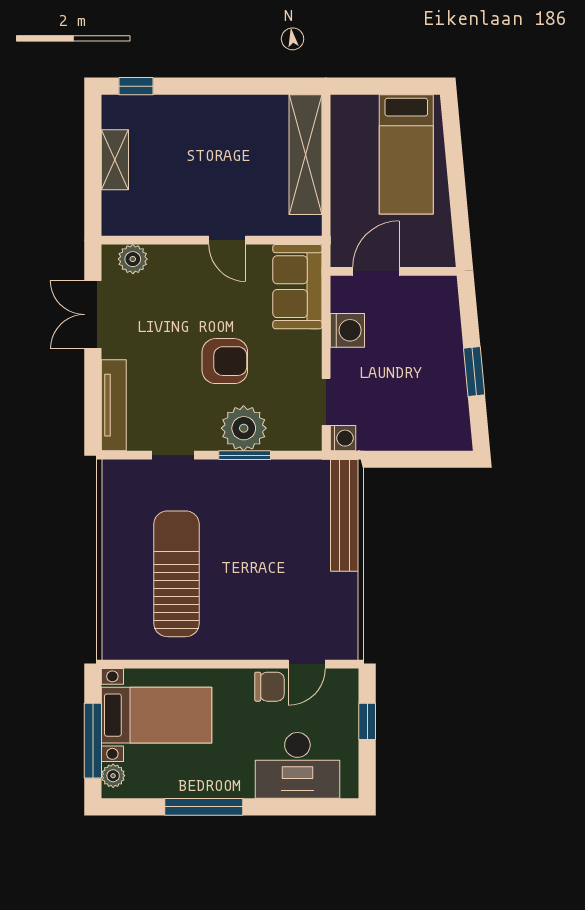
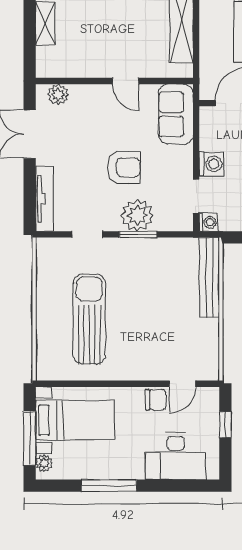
washing machine: (347, 330) -> (211, 164), moved

